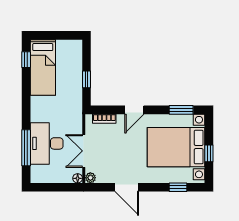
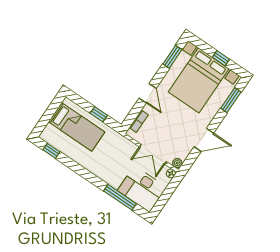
bed: (43, 67) -> (77, 127), moved
desk: (47, 143) -> (142, 189), moved
window: (178, 187) -> (231, 100), width x1.50

